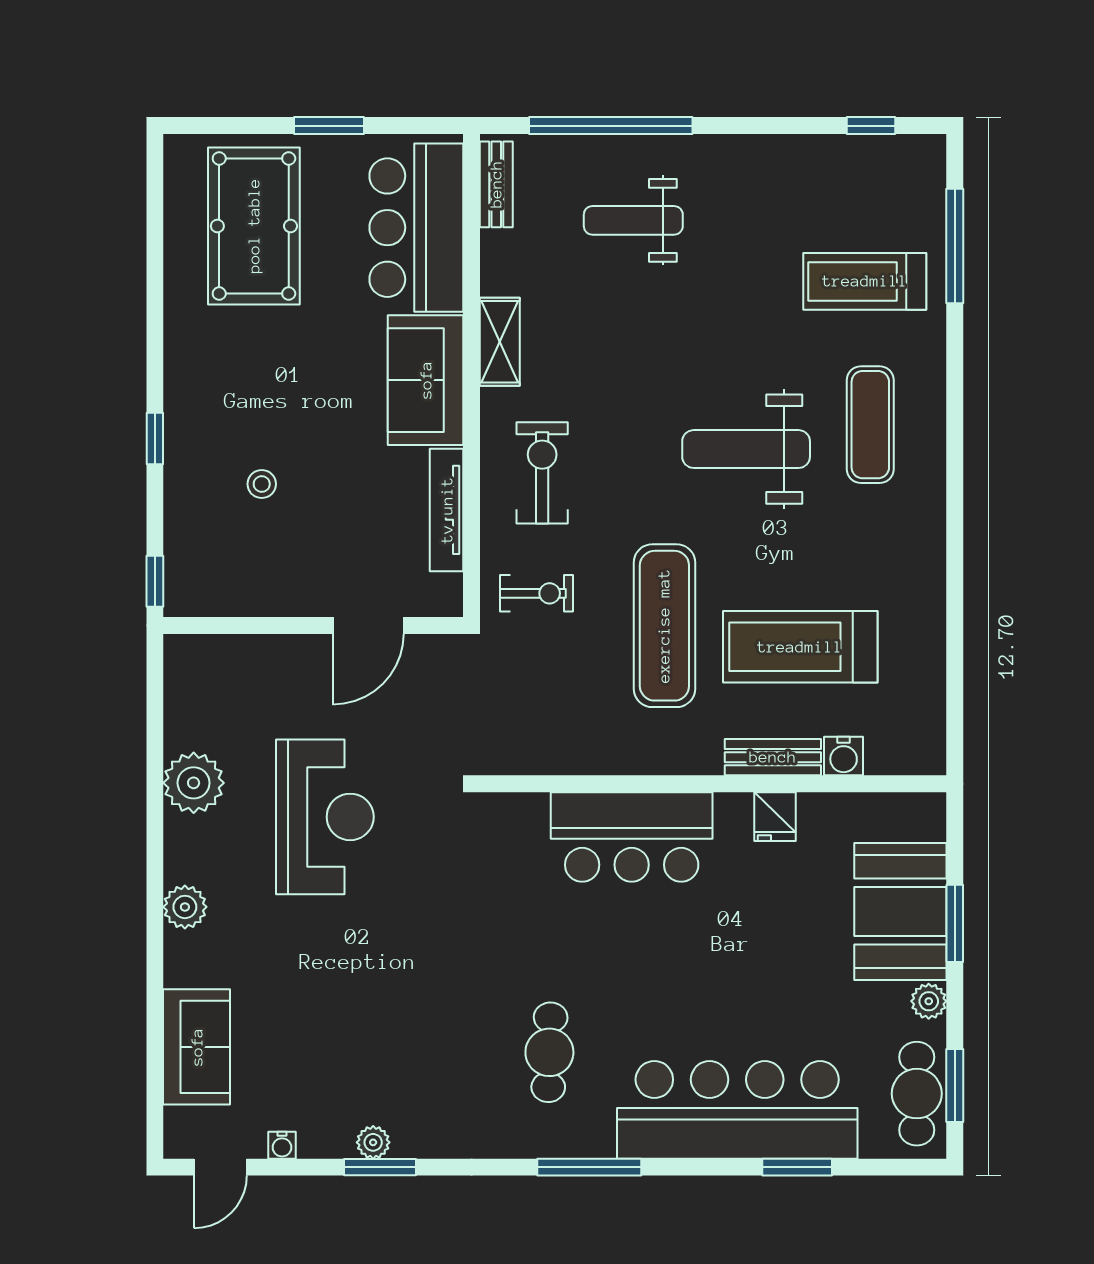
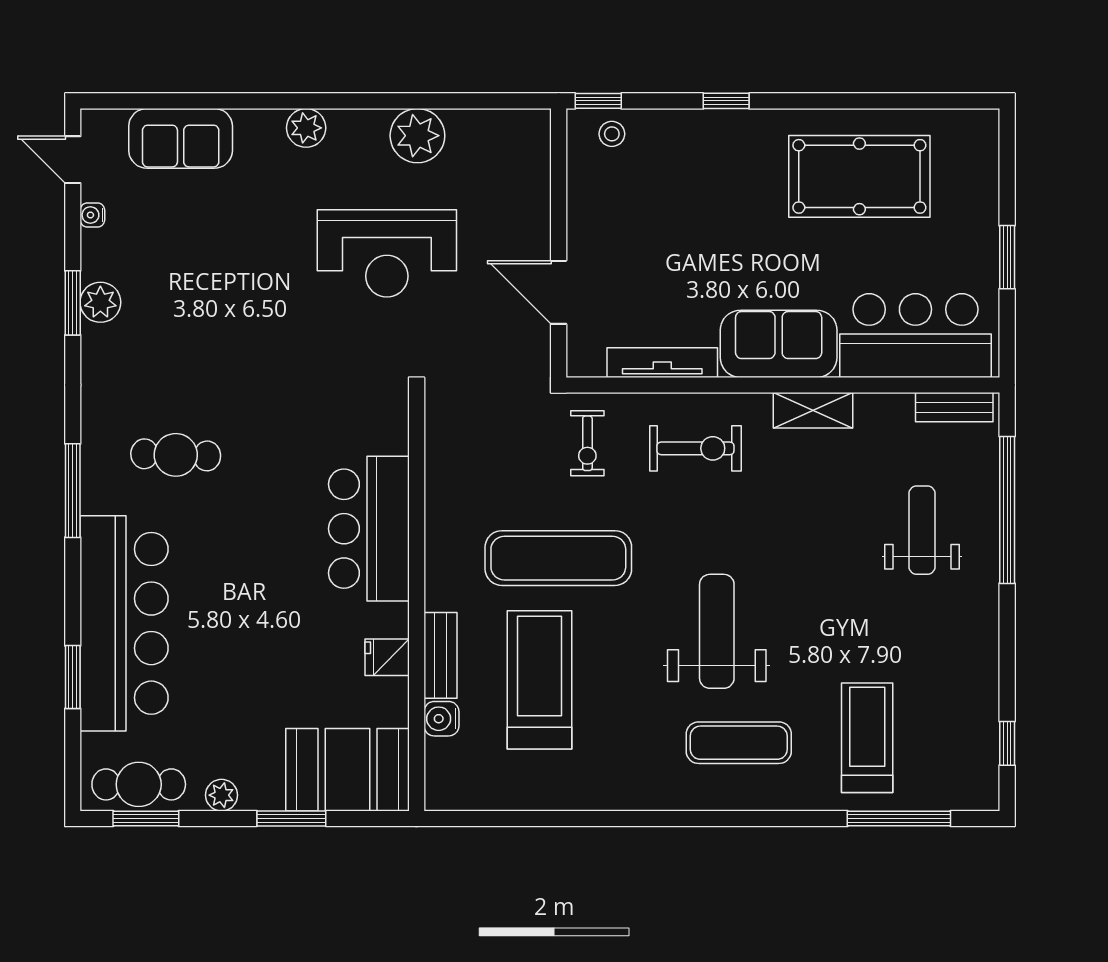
pool table: (254, 226) -> (859, 176), moved
stool: (262, 484) -> (612, 134), moved
booth: (900, 912) -> (347, 770), moved
plant: (373, 1142) -> (100, 302), width x1.38, depth x1.38

